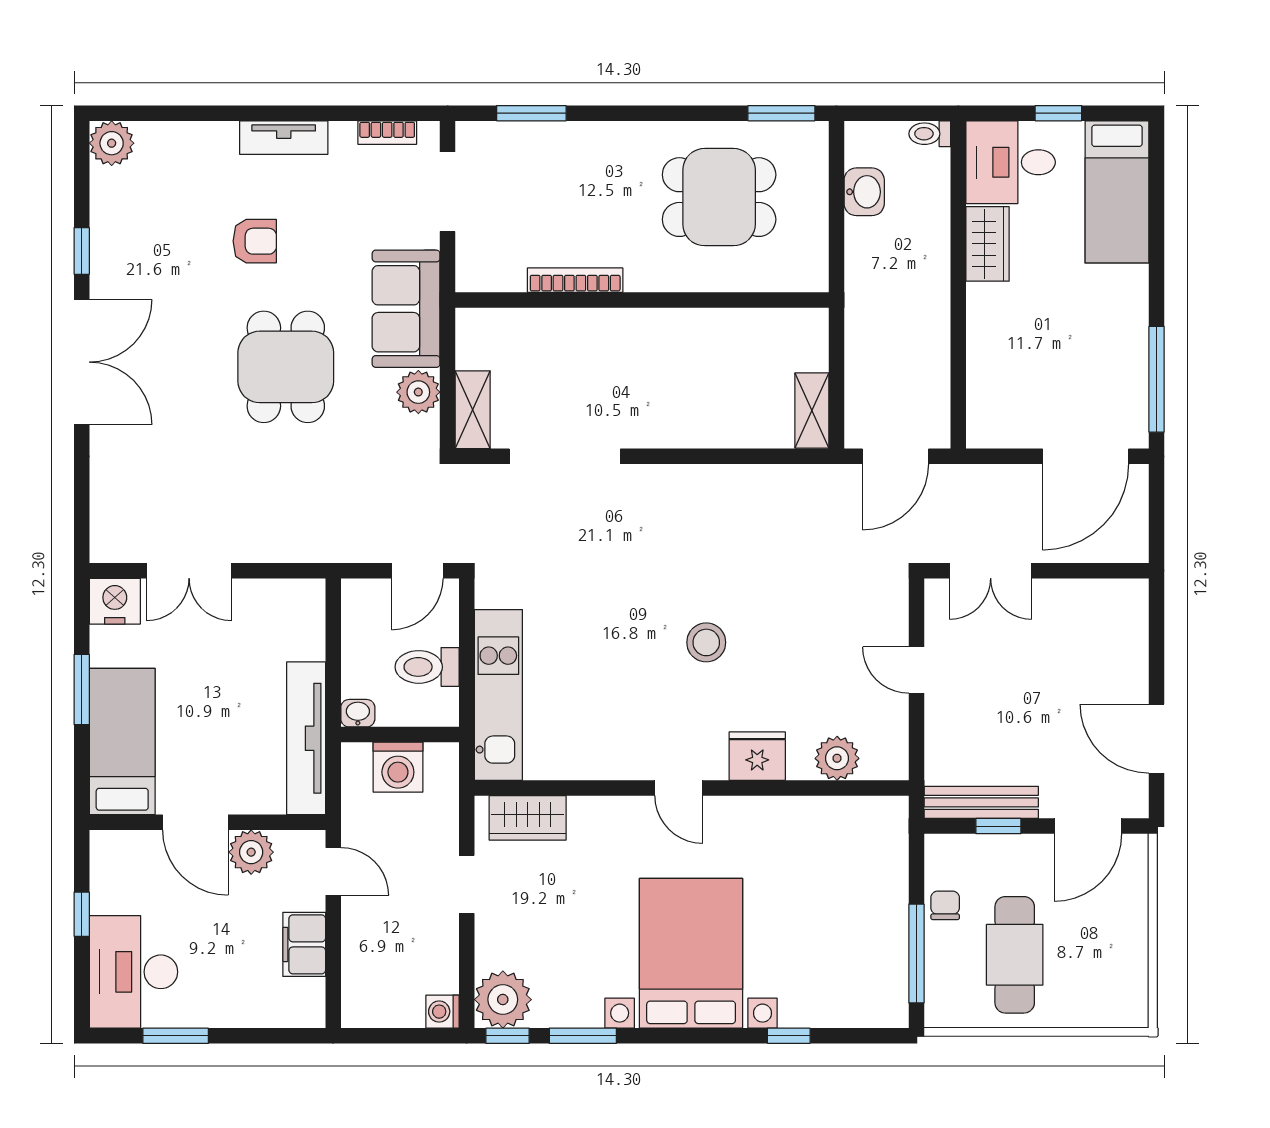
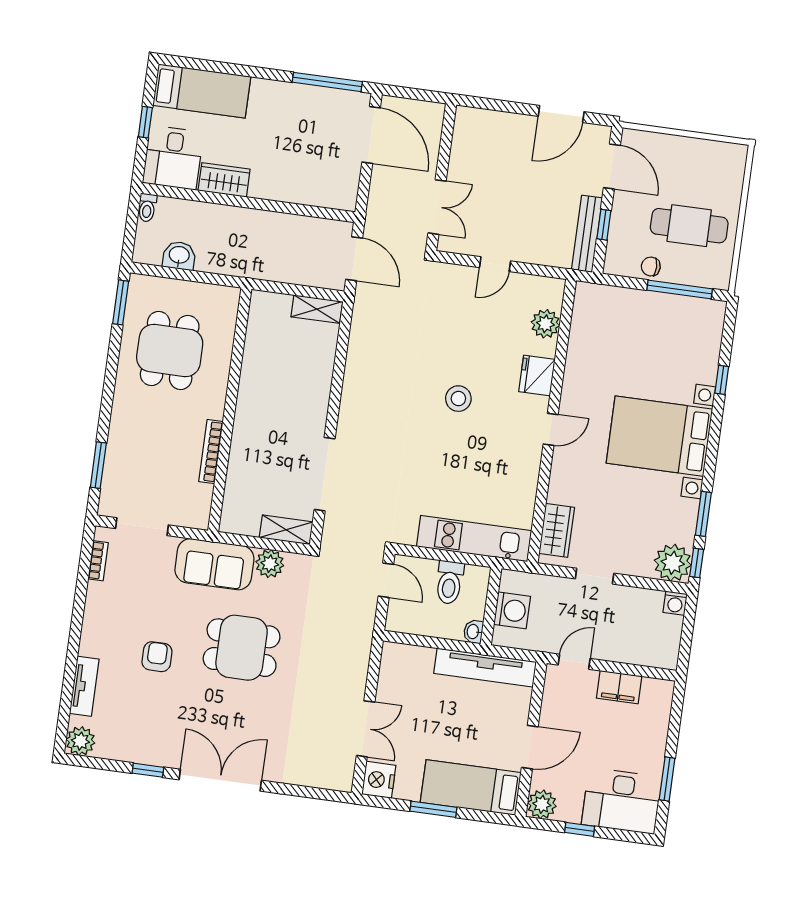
tv unit: (284, 138) -> (84, 686), moved
plant: (251, 852) -> (542, 804), moved

